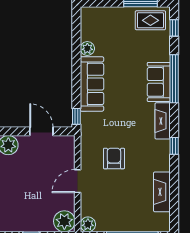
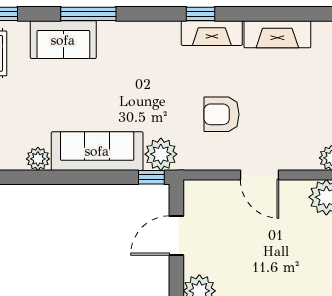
window: (174, 79) -> (88, 14), width x0.68
sofa: (159, 82) -> (63, 40), moved
fireplace: (163, 121) -> (212, 33), moved
plant: (90, 122) -> (161, 154), added

